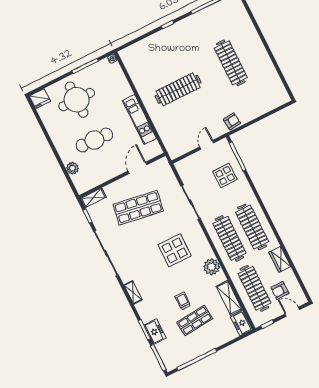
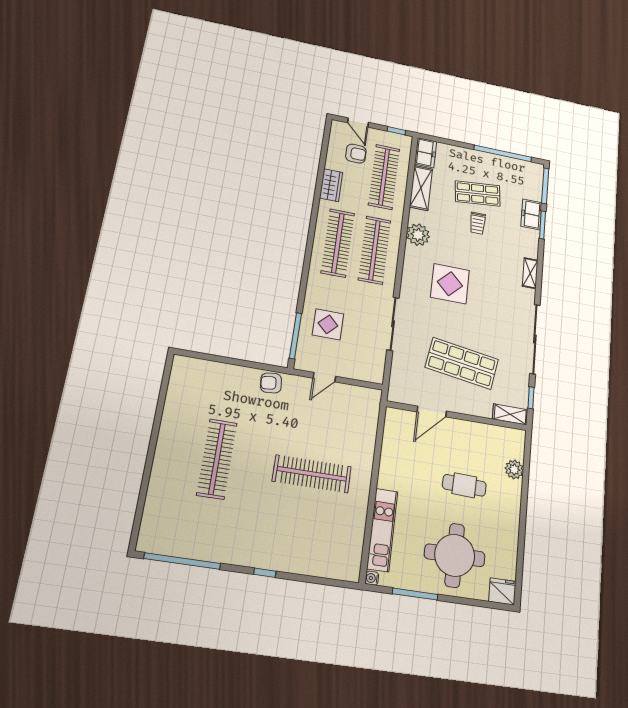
kitchen unit: (139, 119) -> (382, 530), moved
cafe table: (94, 140) -> (464, 485), width x0.73, depth x0.74

